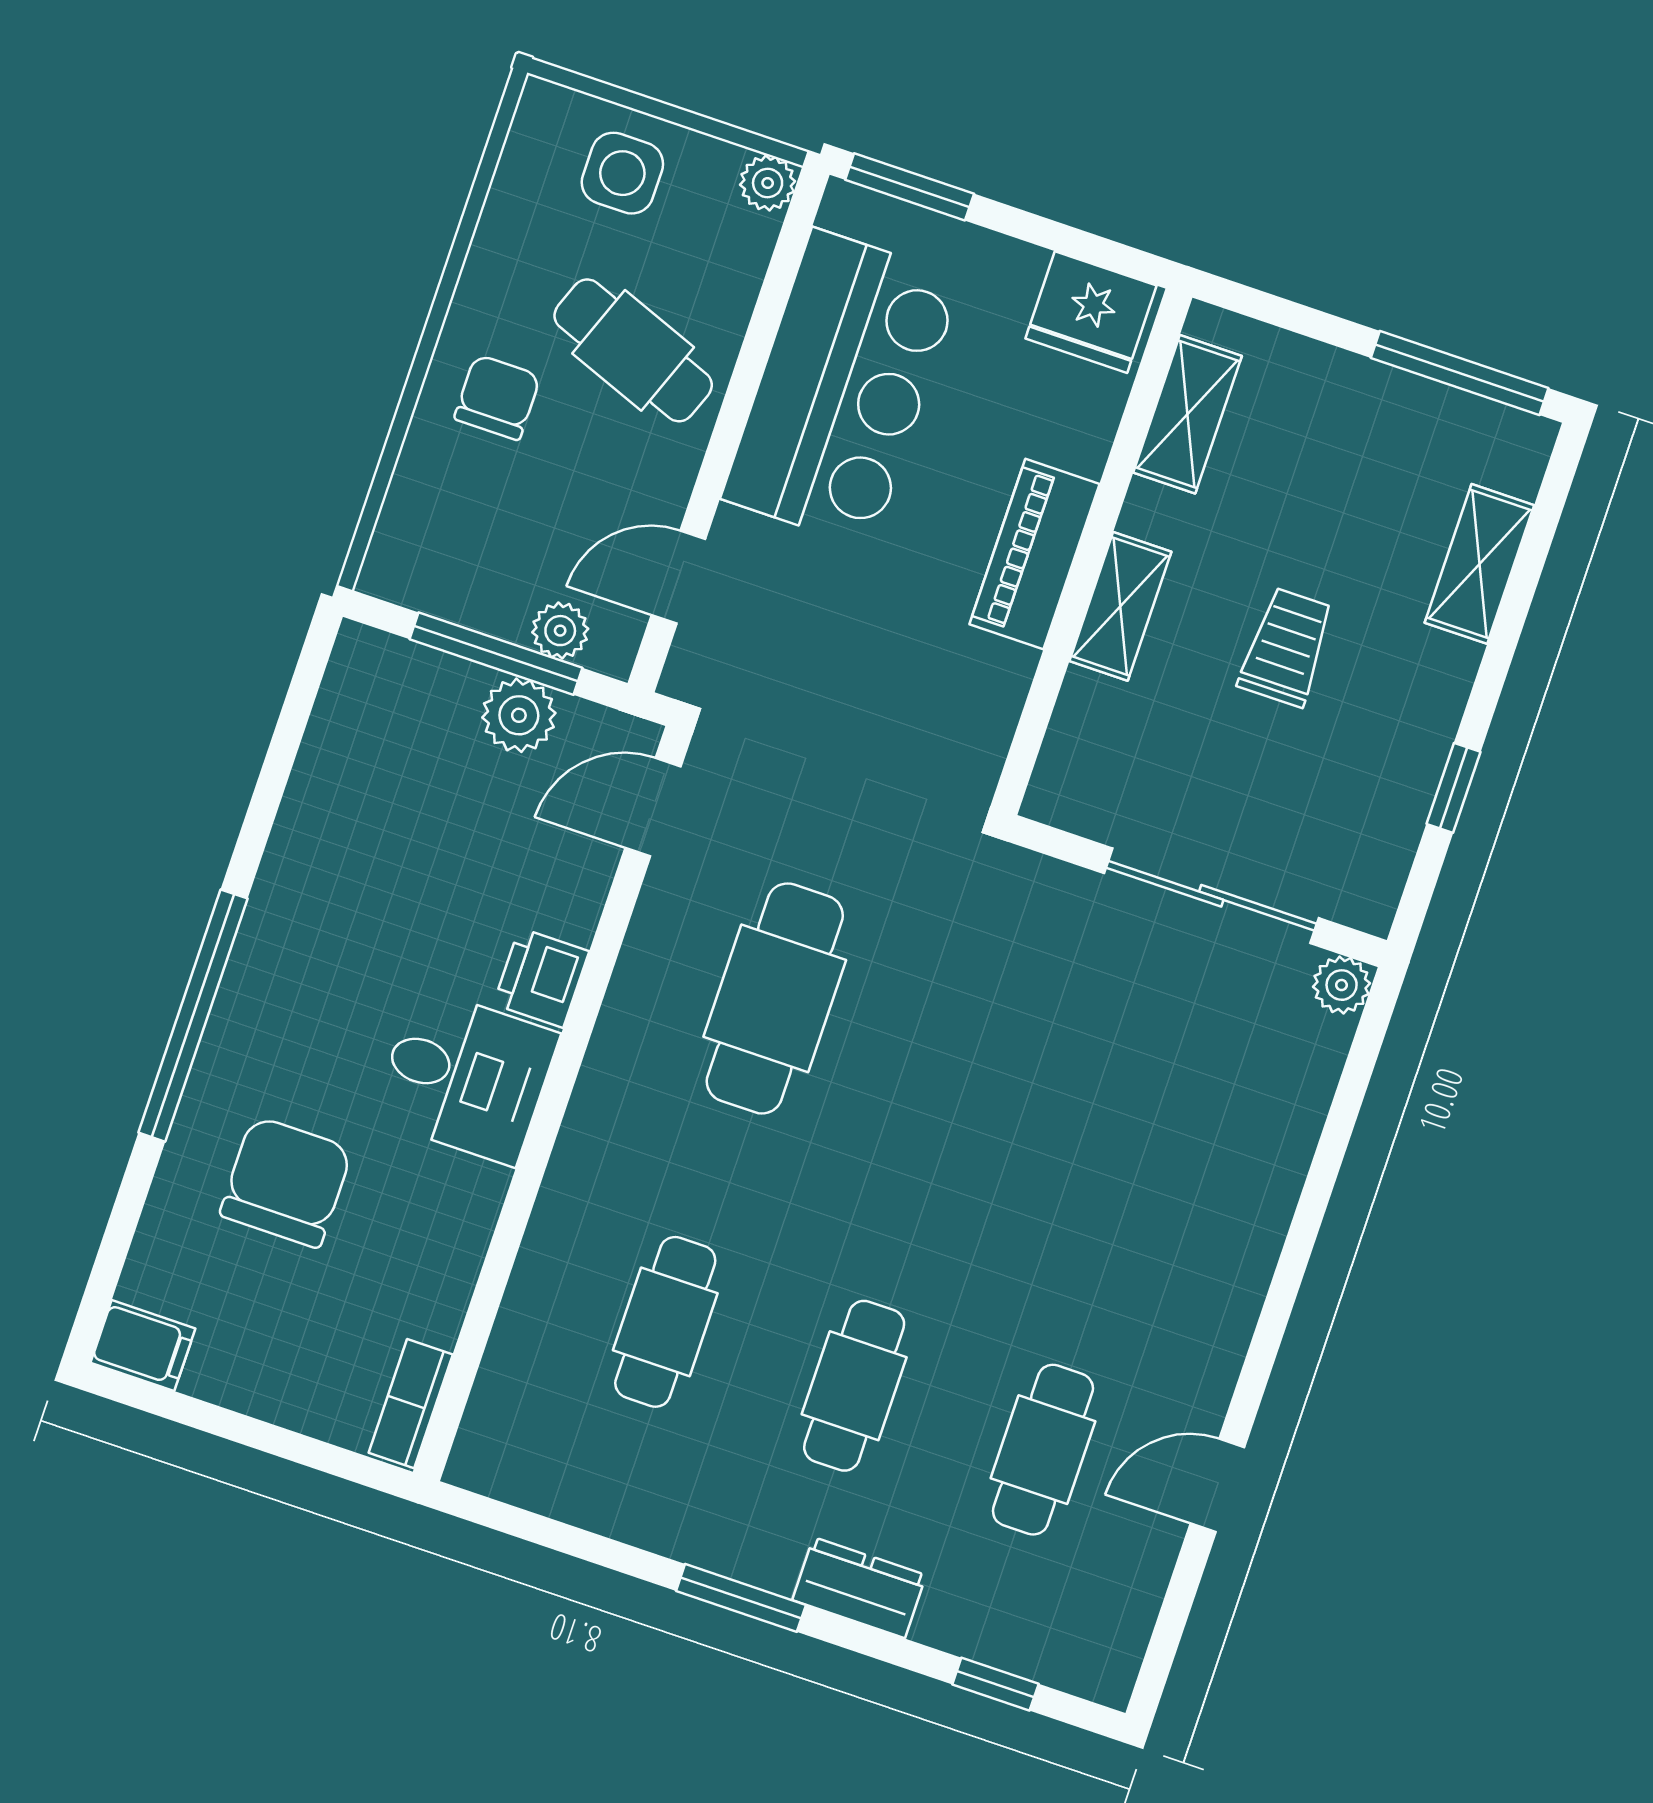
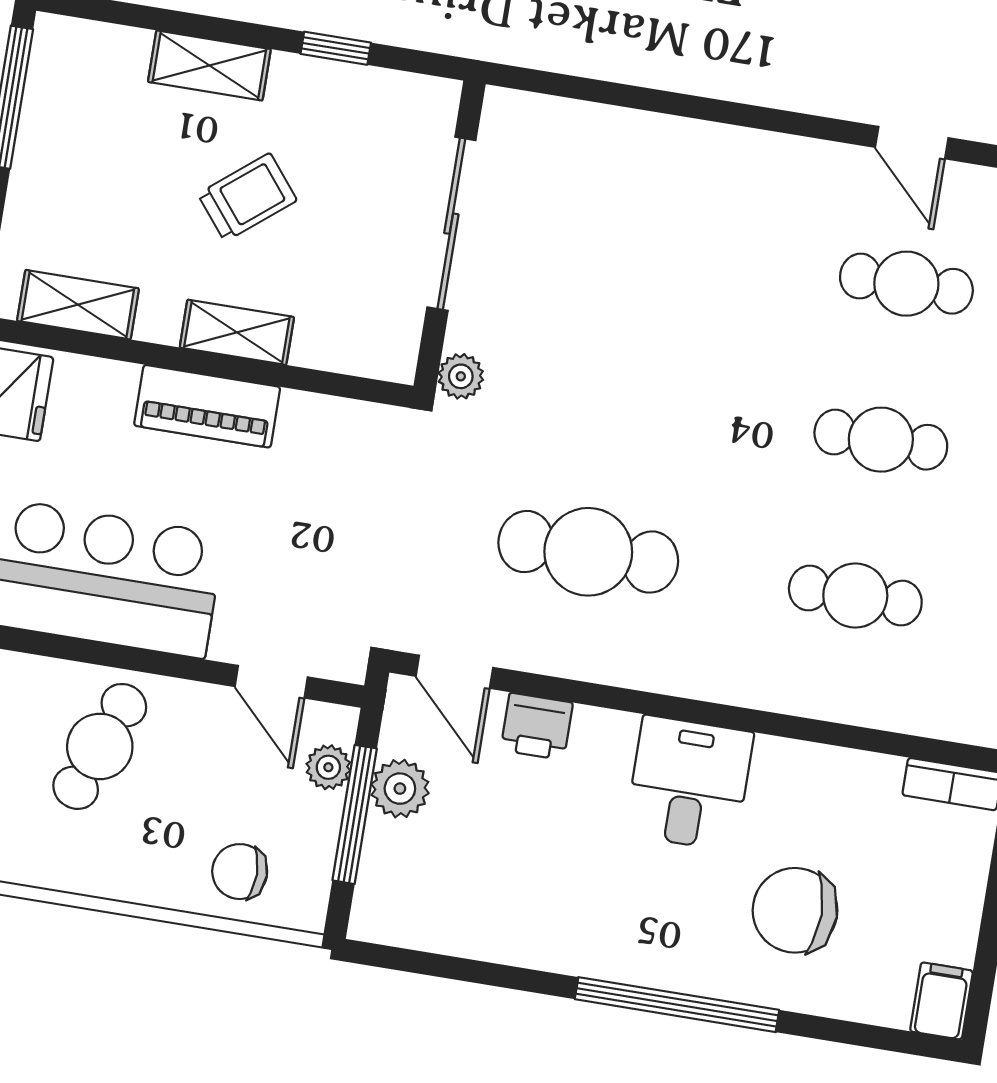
chair: (497, 397) -> (240, 872), moved
shelving: (1479, 564) -> (209, 65), moved
trolley: (1286, 647) -> (247, 197), turned 141
printer: (541, 978) -> (537, 726), moved
plant: (1342, 985) -> (461, 376), moved

